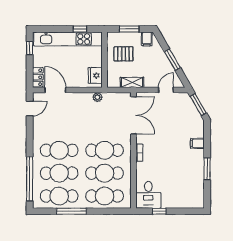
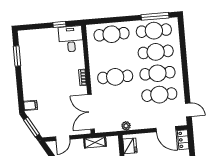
door: (30, 109) -> (188, 110), swing flipped
filing cabinet: (197, 143) -> (30, 105), moved
window: (207, 169) -> (17, 56), moved
cafe table: (105, 173) -> (159, 95), moved
window: (30, 179) -> (183, 44), removed
window: (71, 211) -> (155, 16), moved

